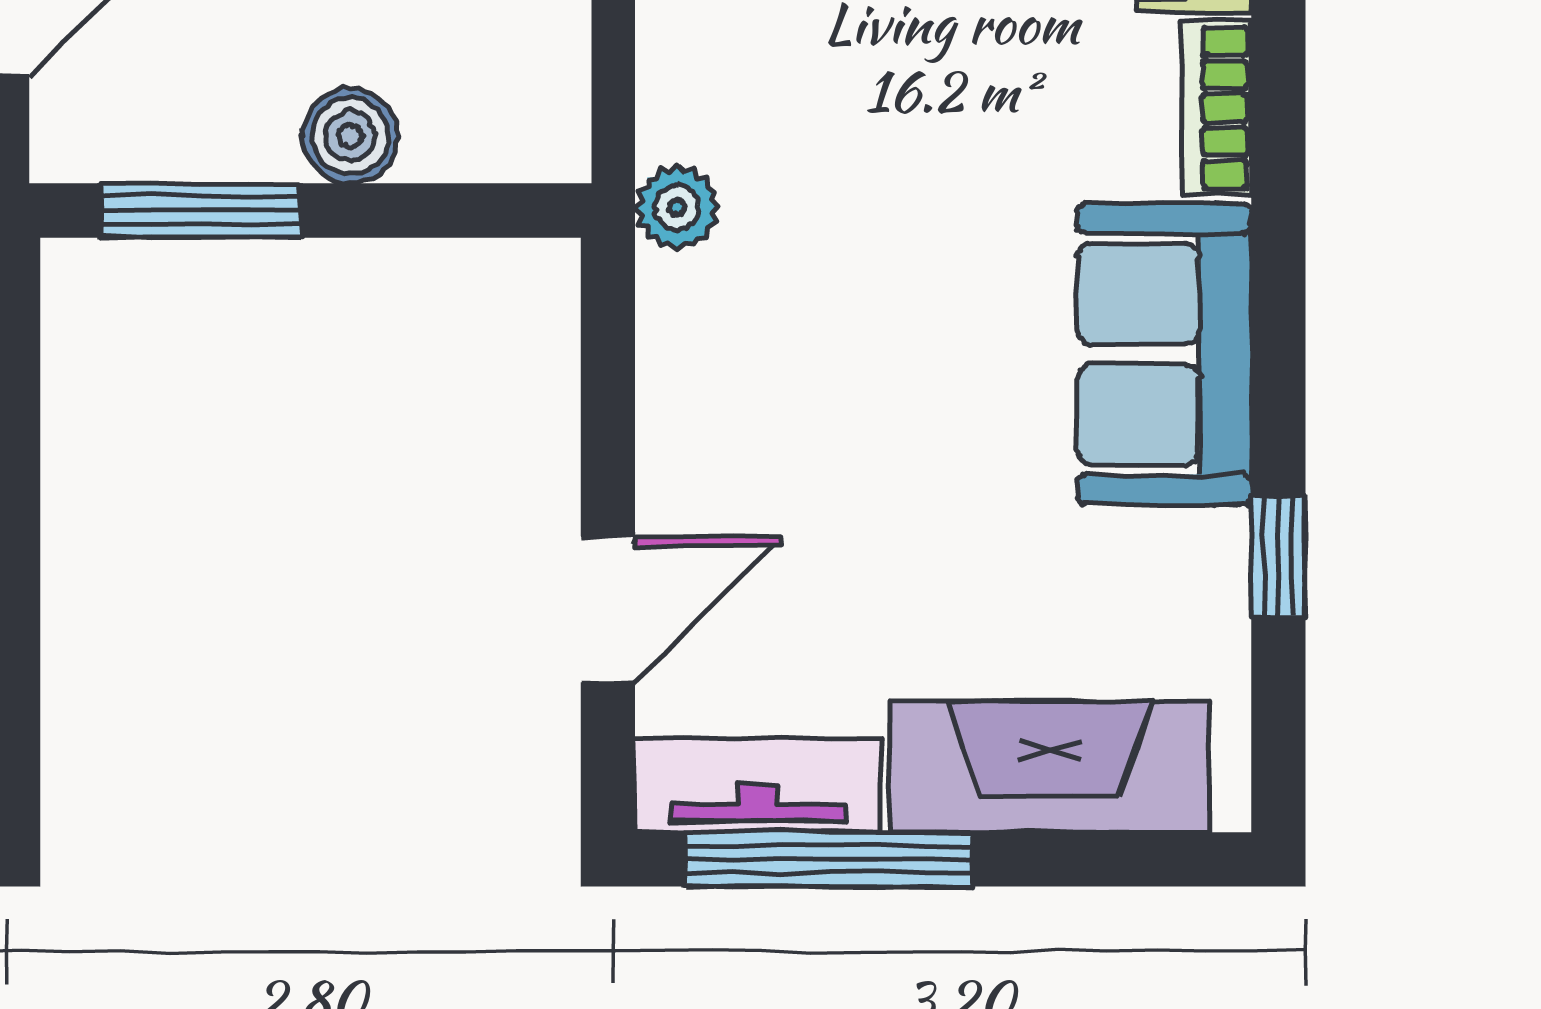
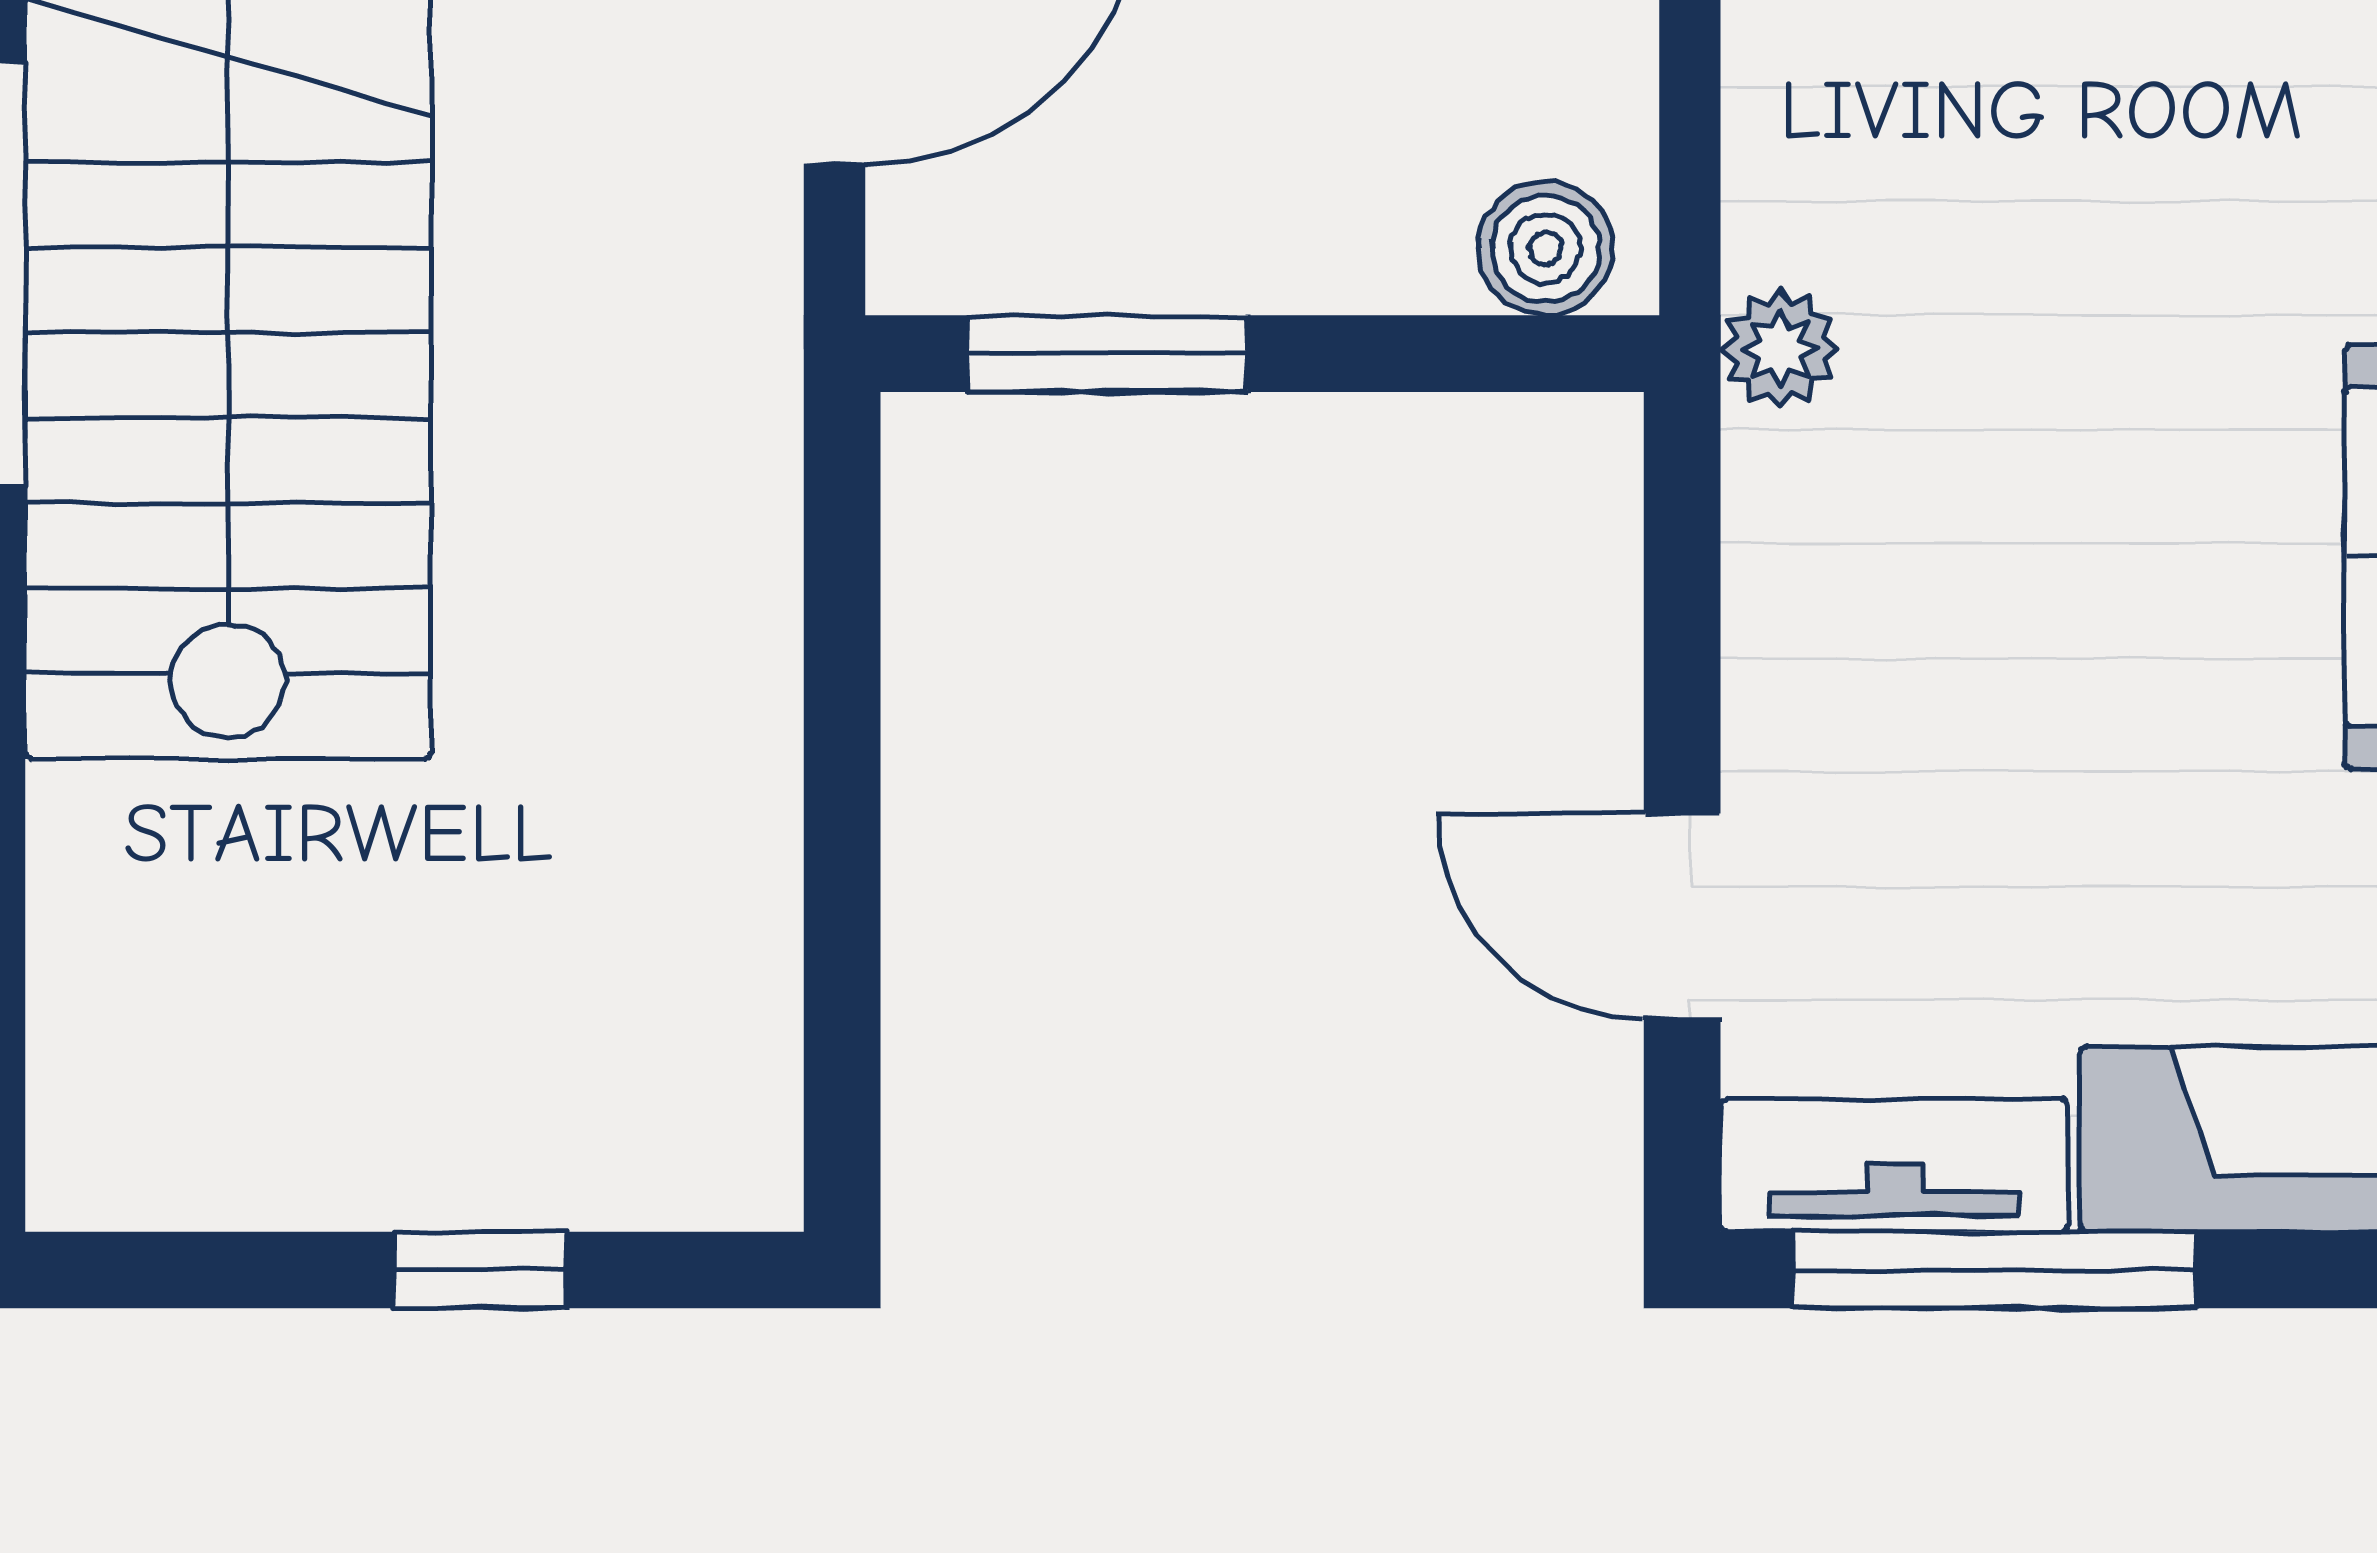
boiler: (350, 136) -> (1546, 248), moved
door: (608, 609) -> (1682, 917), swing flipped

